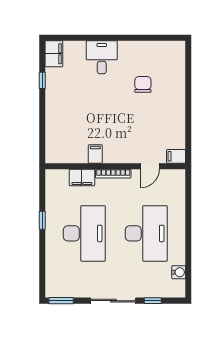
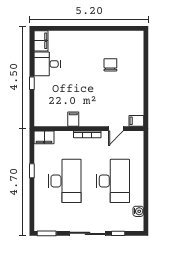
desk: (102, 57) -> (47, 64), moved, turned -90
window: (42, 80) -> (32, 83), moved
filing cabinet: (82, 178) -> (44, 137), moved

